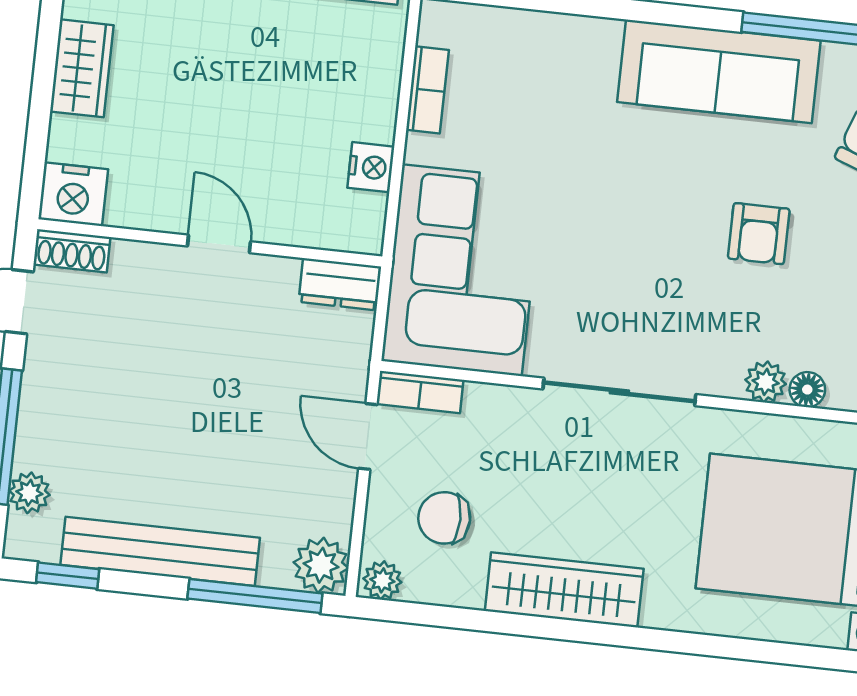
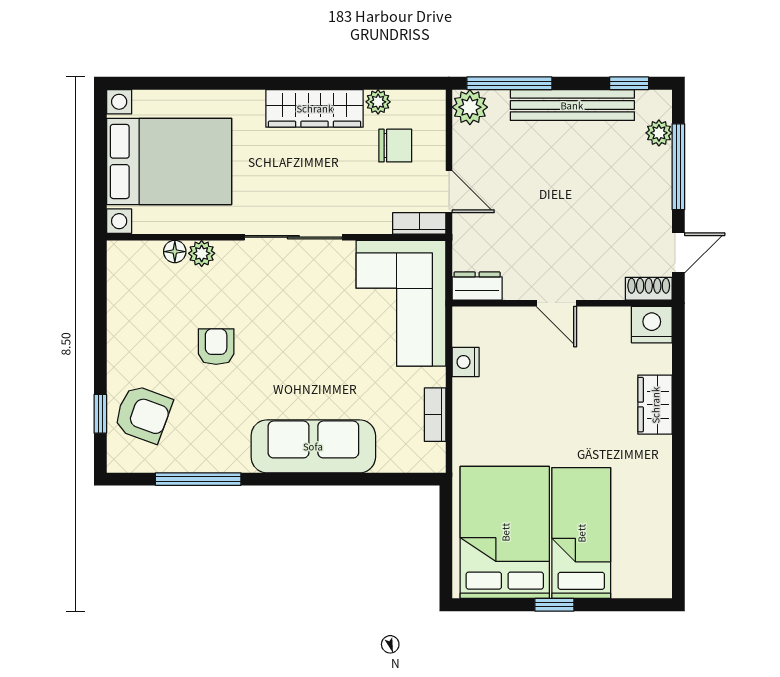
sofa: (719, 71) -> (313, 446), moved
plant: (382, 580) -> (378, 102), moved

